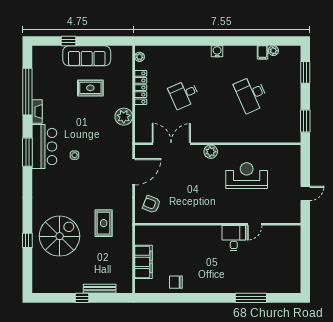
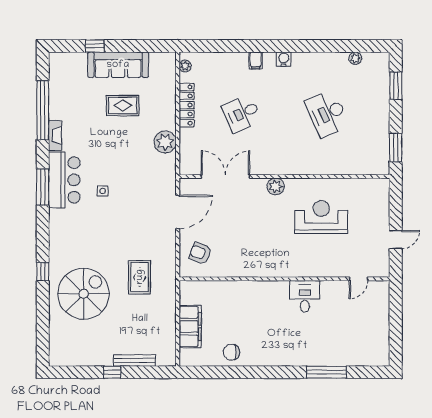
filing cabinet: (262, 52) -> (256, 60), moved
door: (254, 224) -> (358, 279), moved
window: (27, 240) -> (43, 272), moved

